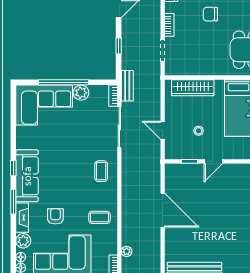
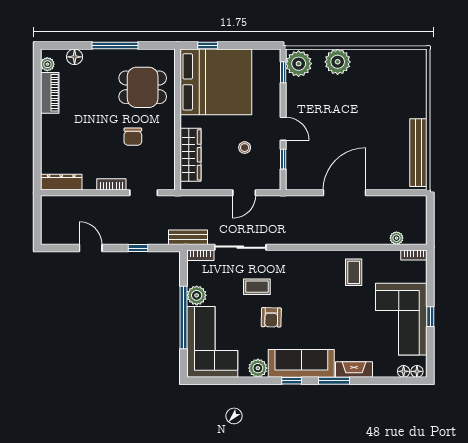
chair: (210, 14) -> (133, 137), moved
coffee table: (101, 171) -> (257, 287), moved
armchair: (55, 216) -> (271, 317), moved, turned -89
plant: (23, 241) -> (258, 368), moved

